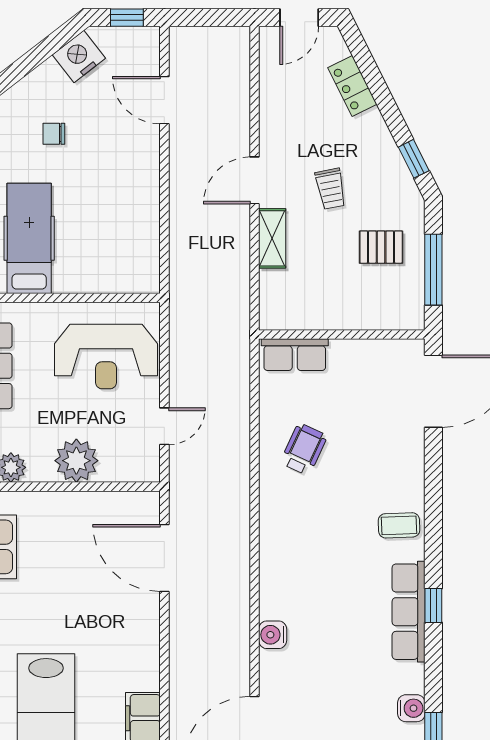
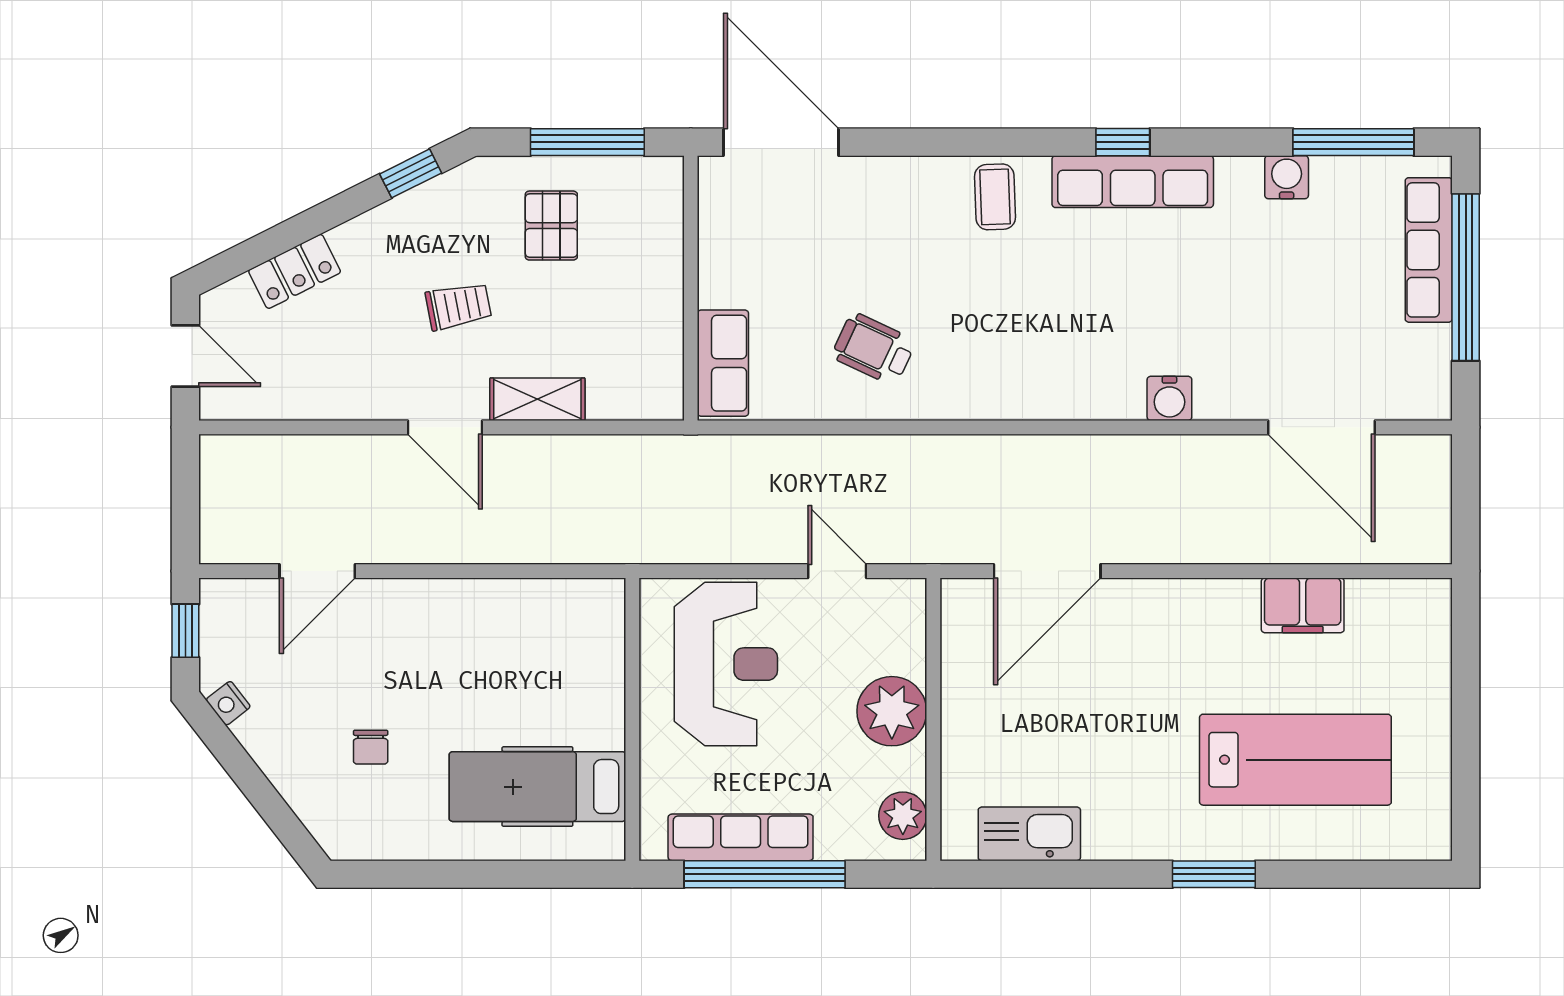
nightstand: (79, 56) -> (228, 703), width x0.53, depth x0.56

